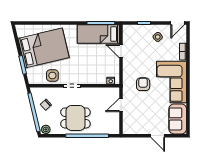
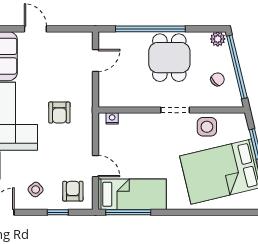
armchair: (135, 36) -> (73, 191), added
door: (121, 105) -> (95, 60), moved
dining table: (75, 118) -> (169, 58), turned 90

